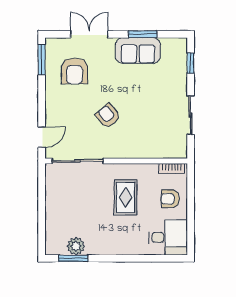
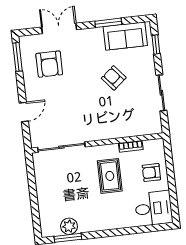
sofa: (138, 50) -> (125, 36), moved
armchair: (108, 116) -> (114, 78), moved
door: (42, 137) -> (24, 112), moved
bookcase: (172, 168) -> (131, 146), moved

